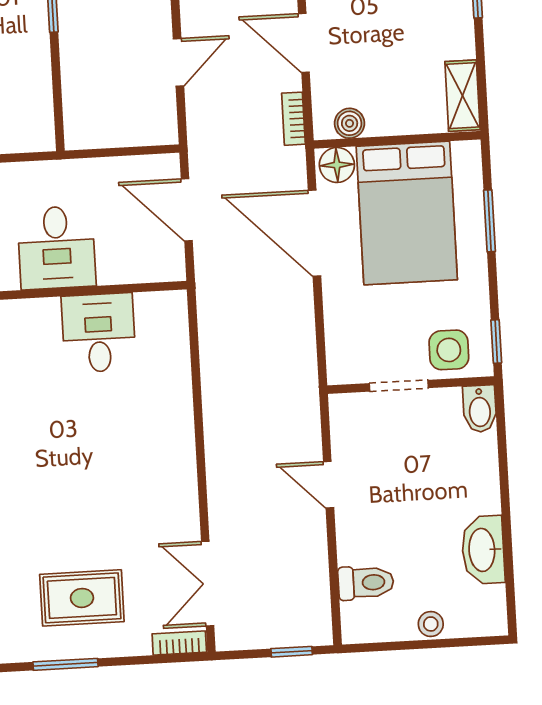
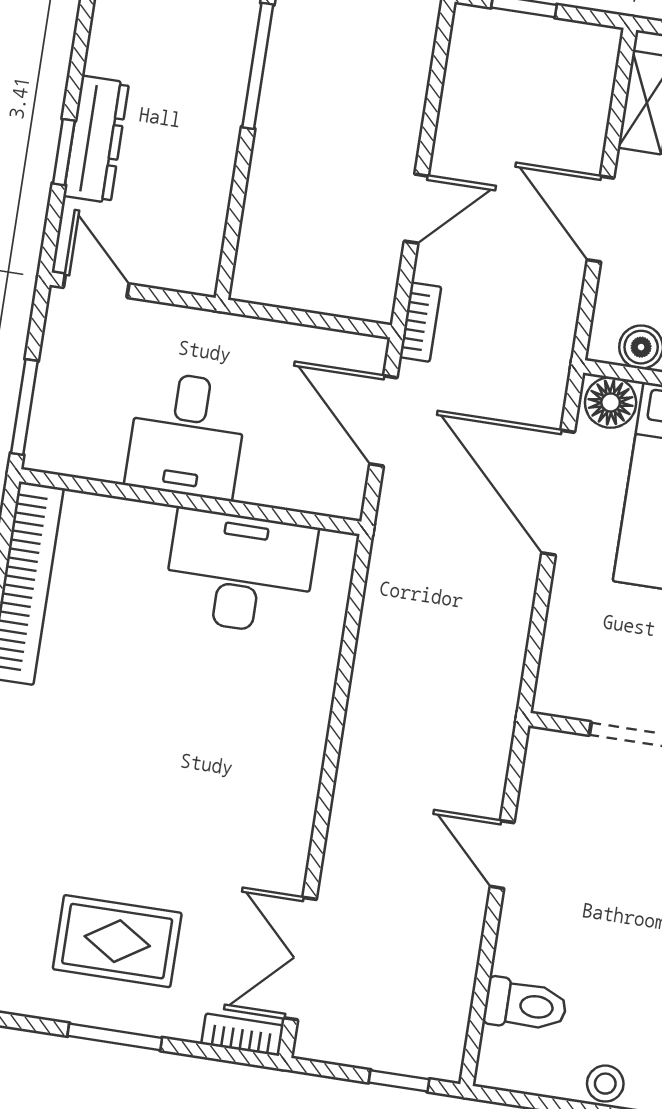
bookcase: (293, 119) -> (420, 322), moved, turned 180
desk: (99, 333) -> (240, 572), width x1.37
window: (65, 664) -> (115, 1037), moved

